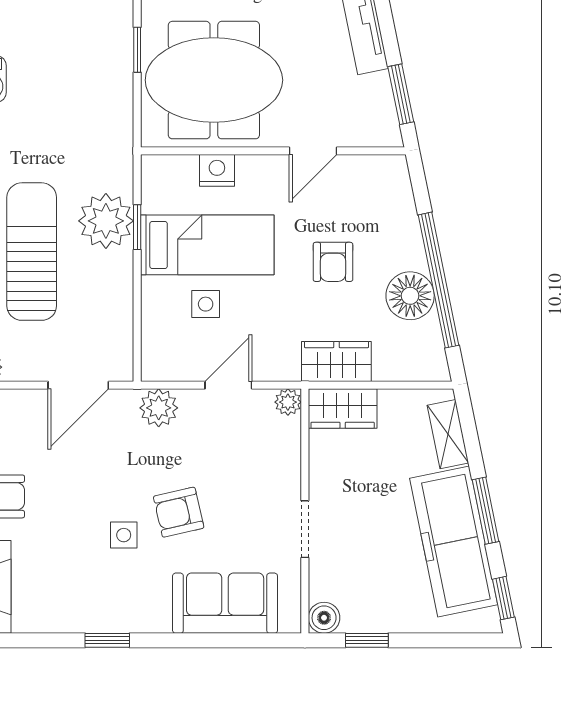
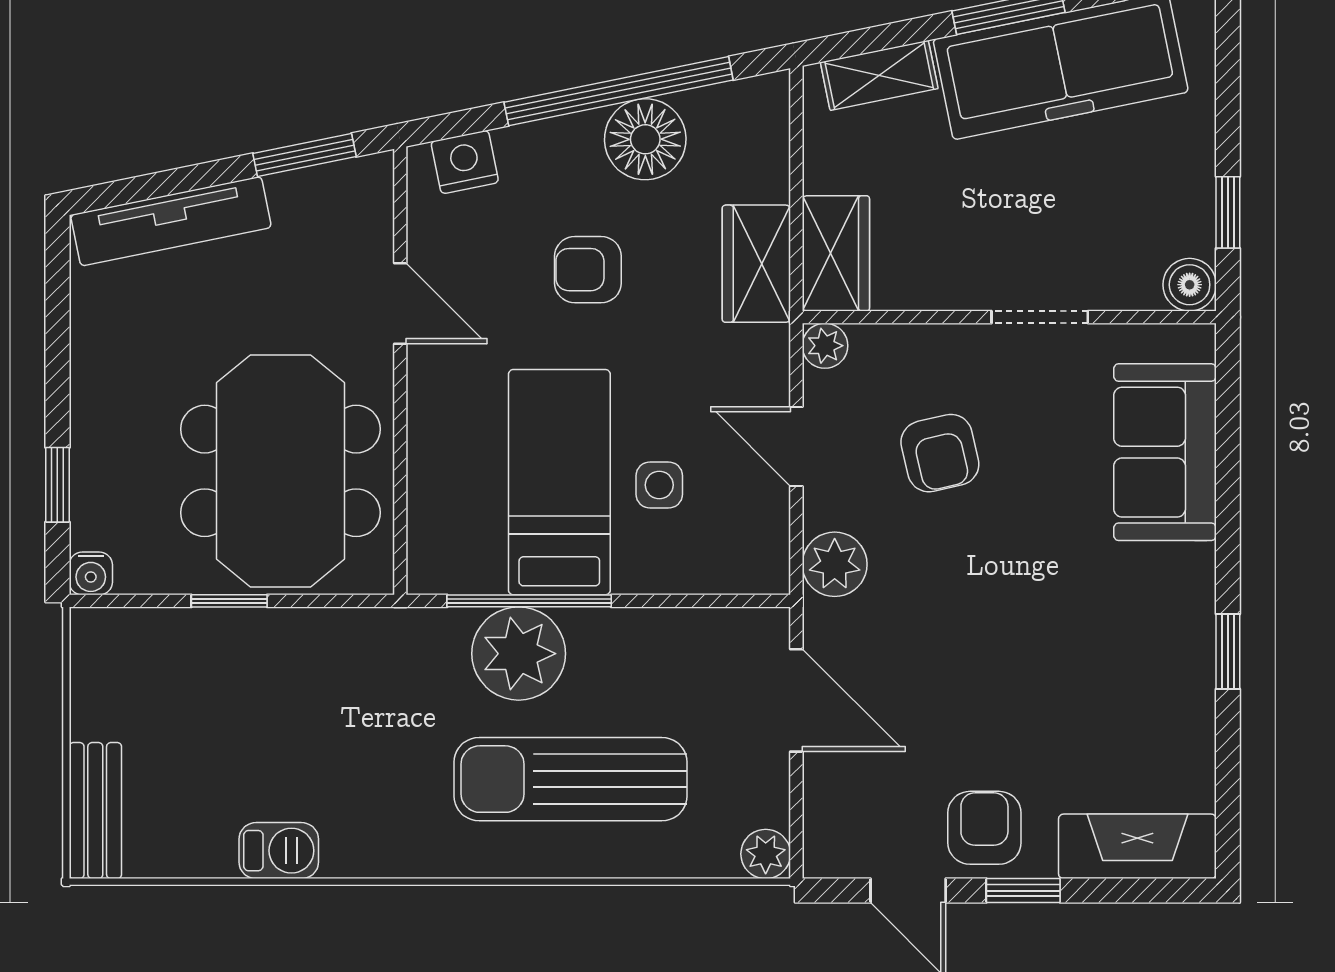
nightstand: (217, 170) -> (465, 162), moved, turned 78
window: (137, 227) -> (529, 601), width x2.17
armchair: (333, 262) -> (588, 270), turned 180
armchair: (179, 512) -> (940, 453), moved
side table: (124, 535) -> (1050, 623), removed

